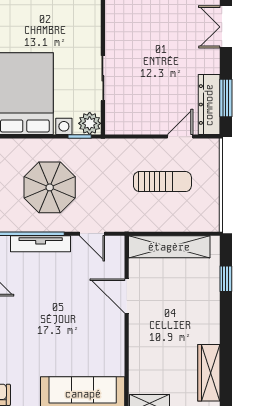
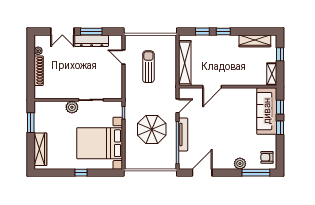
window: (226, 98) -> (91, 31), moved
dresser: (209, 105) -> (92, 41), moved
plant: (90, 123) -> (72, 107), moved
window: (226, 316) -> (223, 31), added

